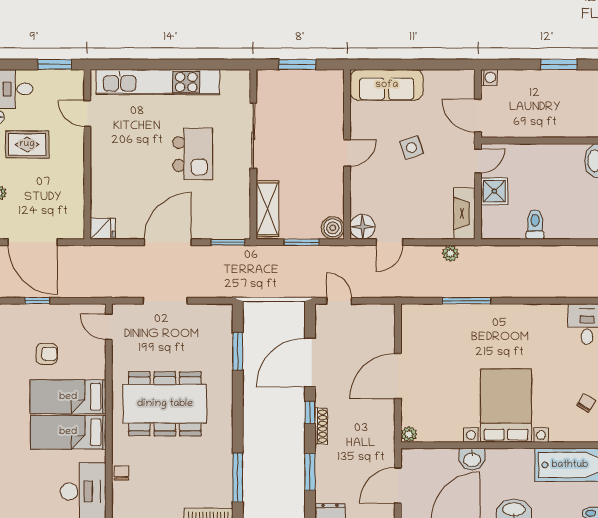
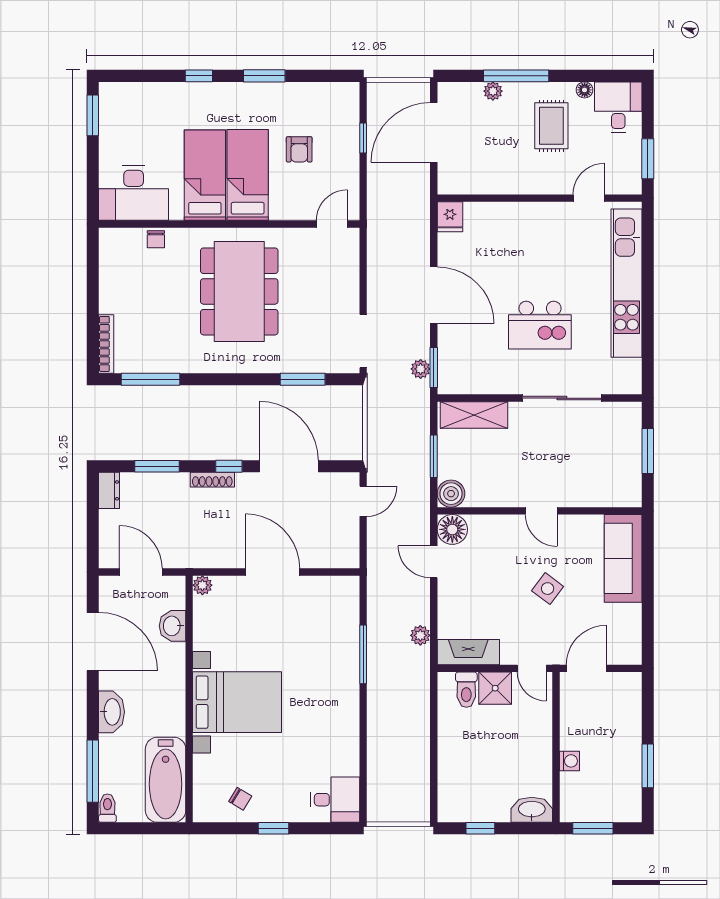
washing machine: (489, 78) -> (569, 761), moved, turned -90
side table: (412, 148) -> (548, 589), turned -35
toilet: (535, 225) -> (466, 690), moved, turned 90
plant: (229, 253) -> (421, 369), added
doorway: (165, 301) -> (363, 341), moved
washbasin: (472, 459) -> (173, 626), moved
chair: (121, 473) -> (156, 239), turned 90

